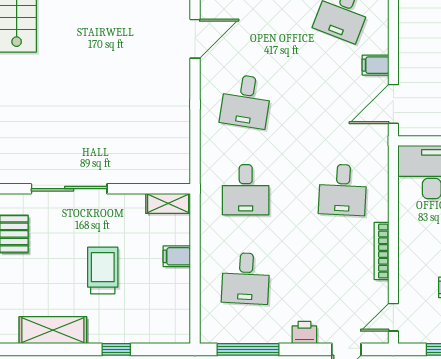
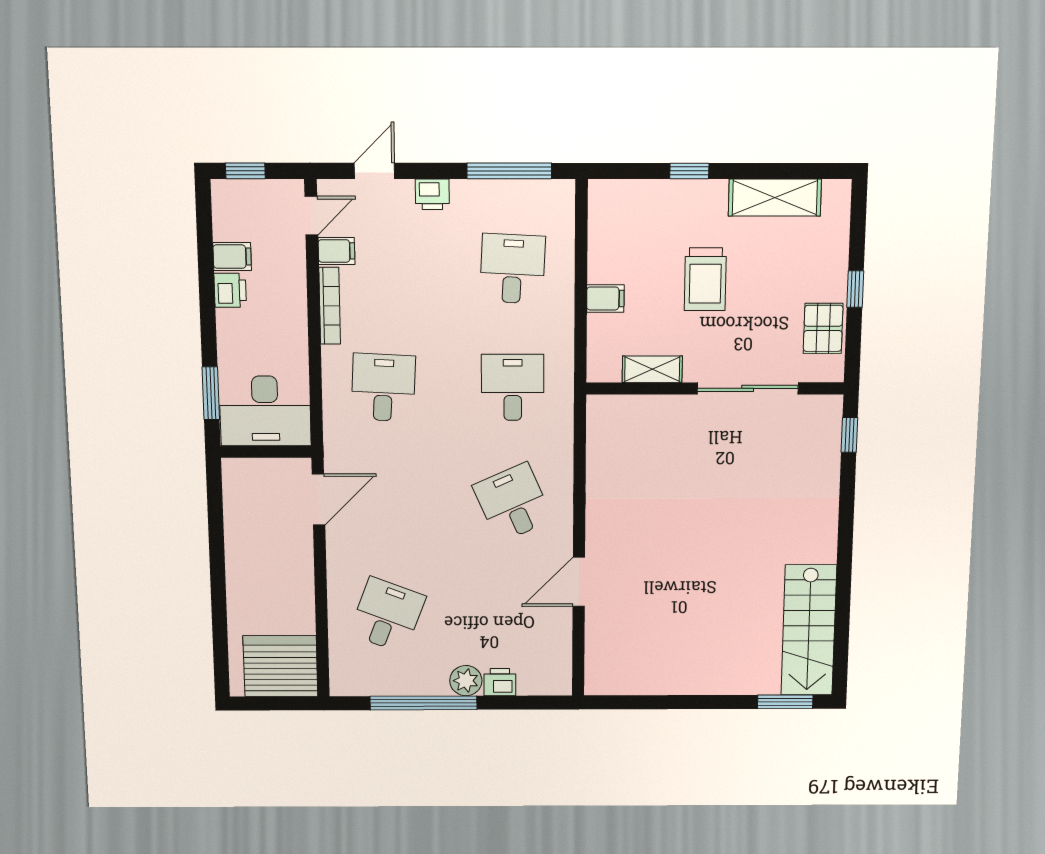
filing cabinet: (376, 65) -> (336, 251), moved
desk: (246, 101) -> (513, 503), turned -33
shelving: (168, 203) -> (652, 369), moved

